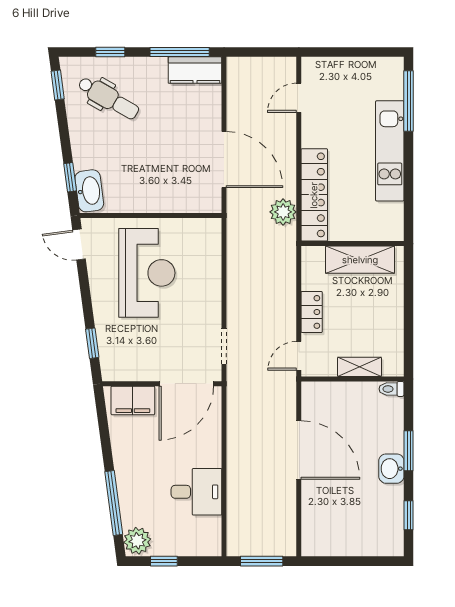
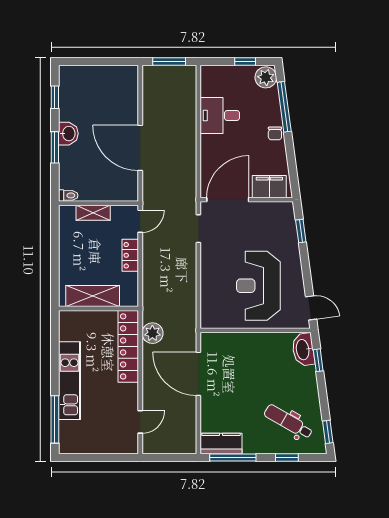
chair: (126, 469) -> (275, 133), added

